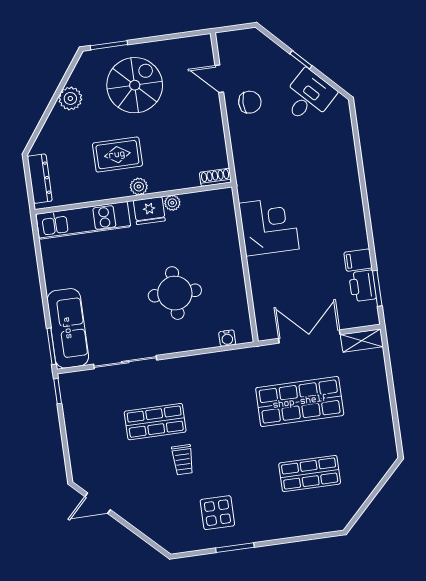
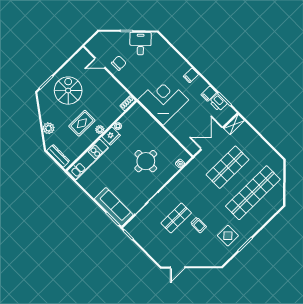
plant: (70, 98) -> (49, 128), moved
filing cabinet: (351, 209) -> (191, 75), added
corner desk: (269, 226) -> (163, 100), width x1.36, depth x1.36
shop shelf: (310, 474) -> (253, 193), width x2.00, depth x1.36

